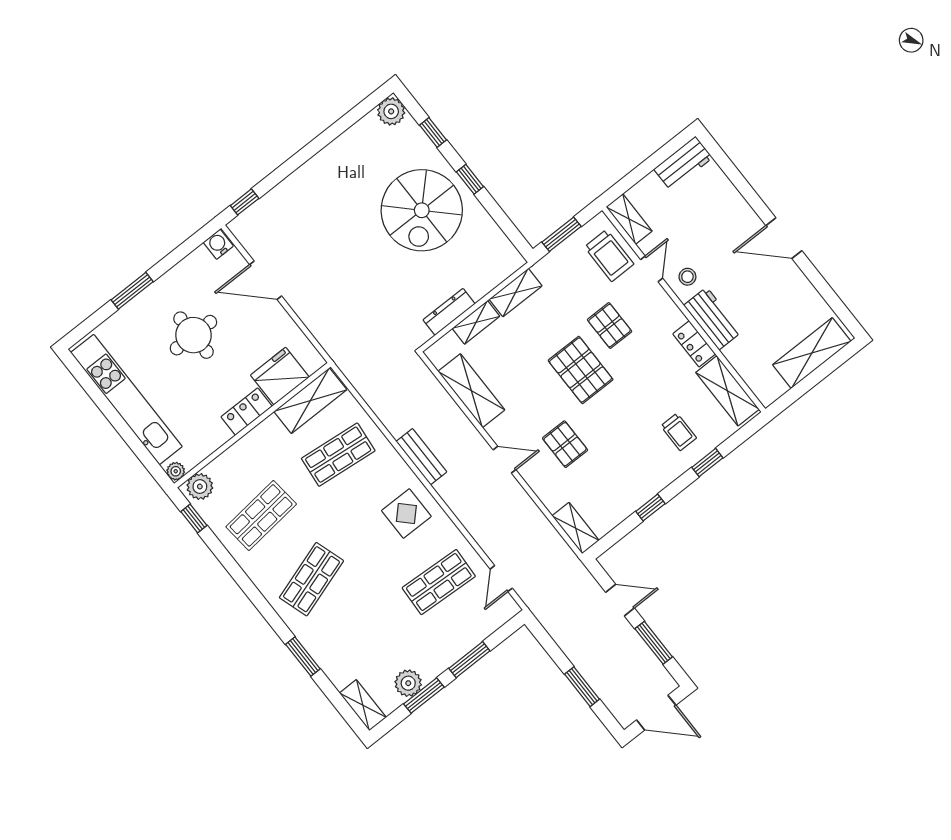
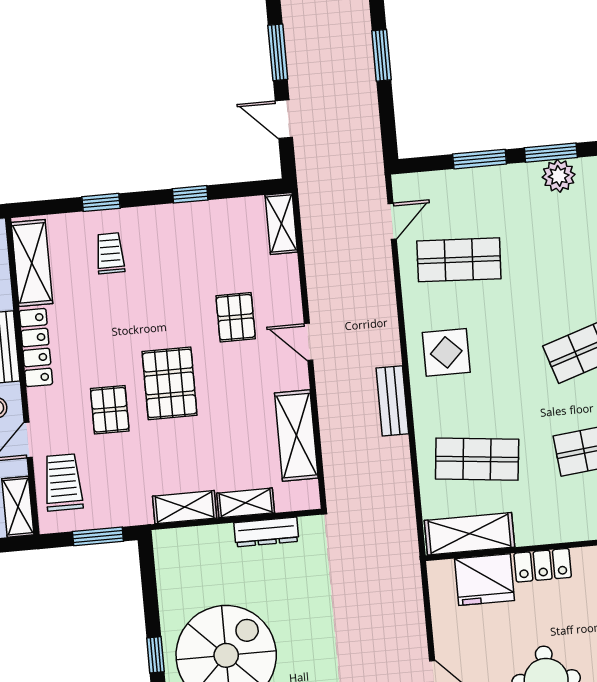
locker: (694, 344) -> (36, 348), width x1.53

